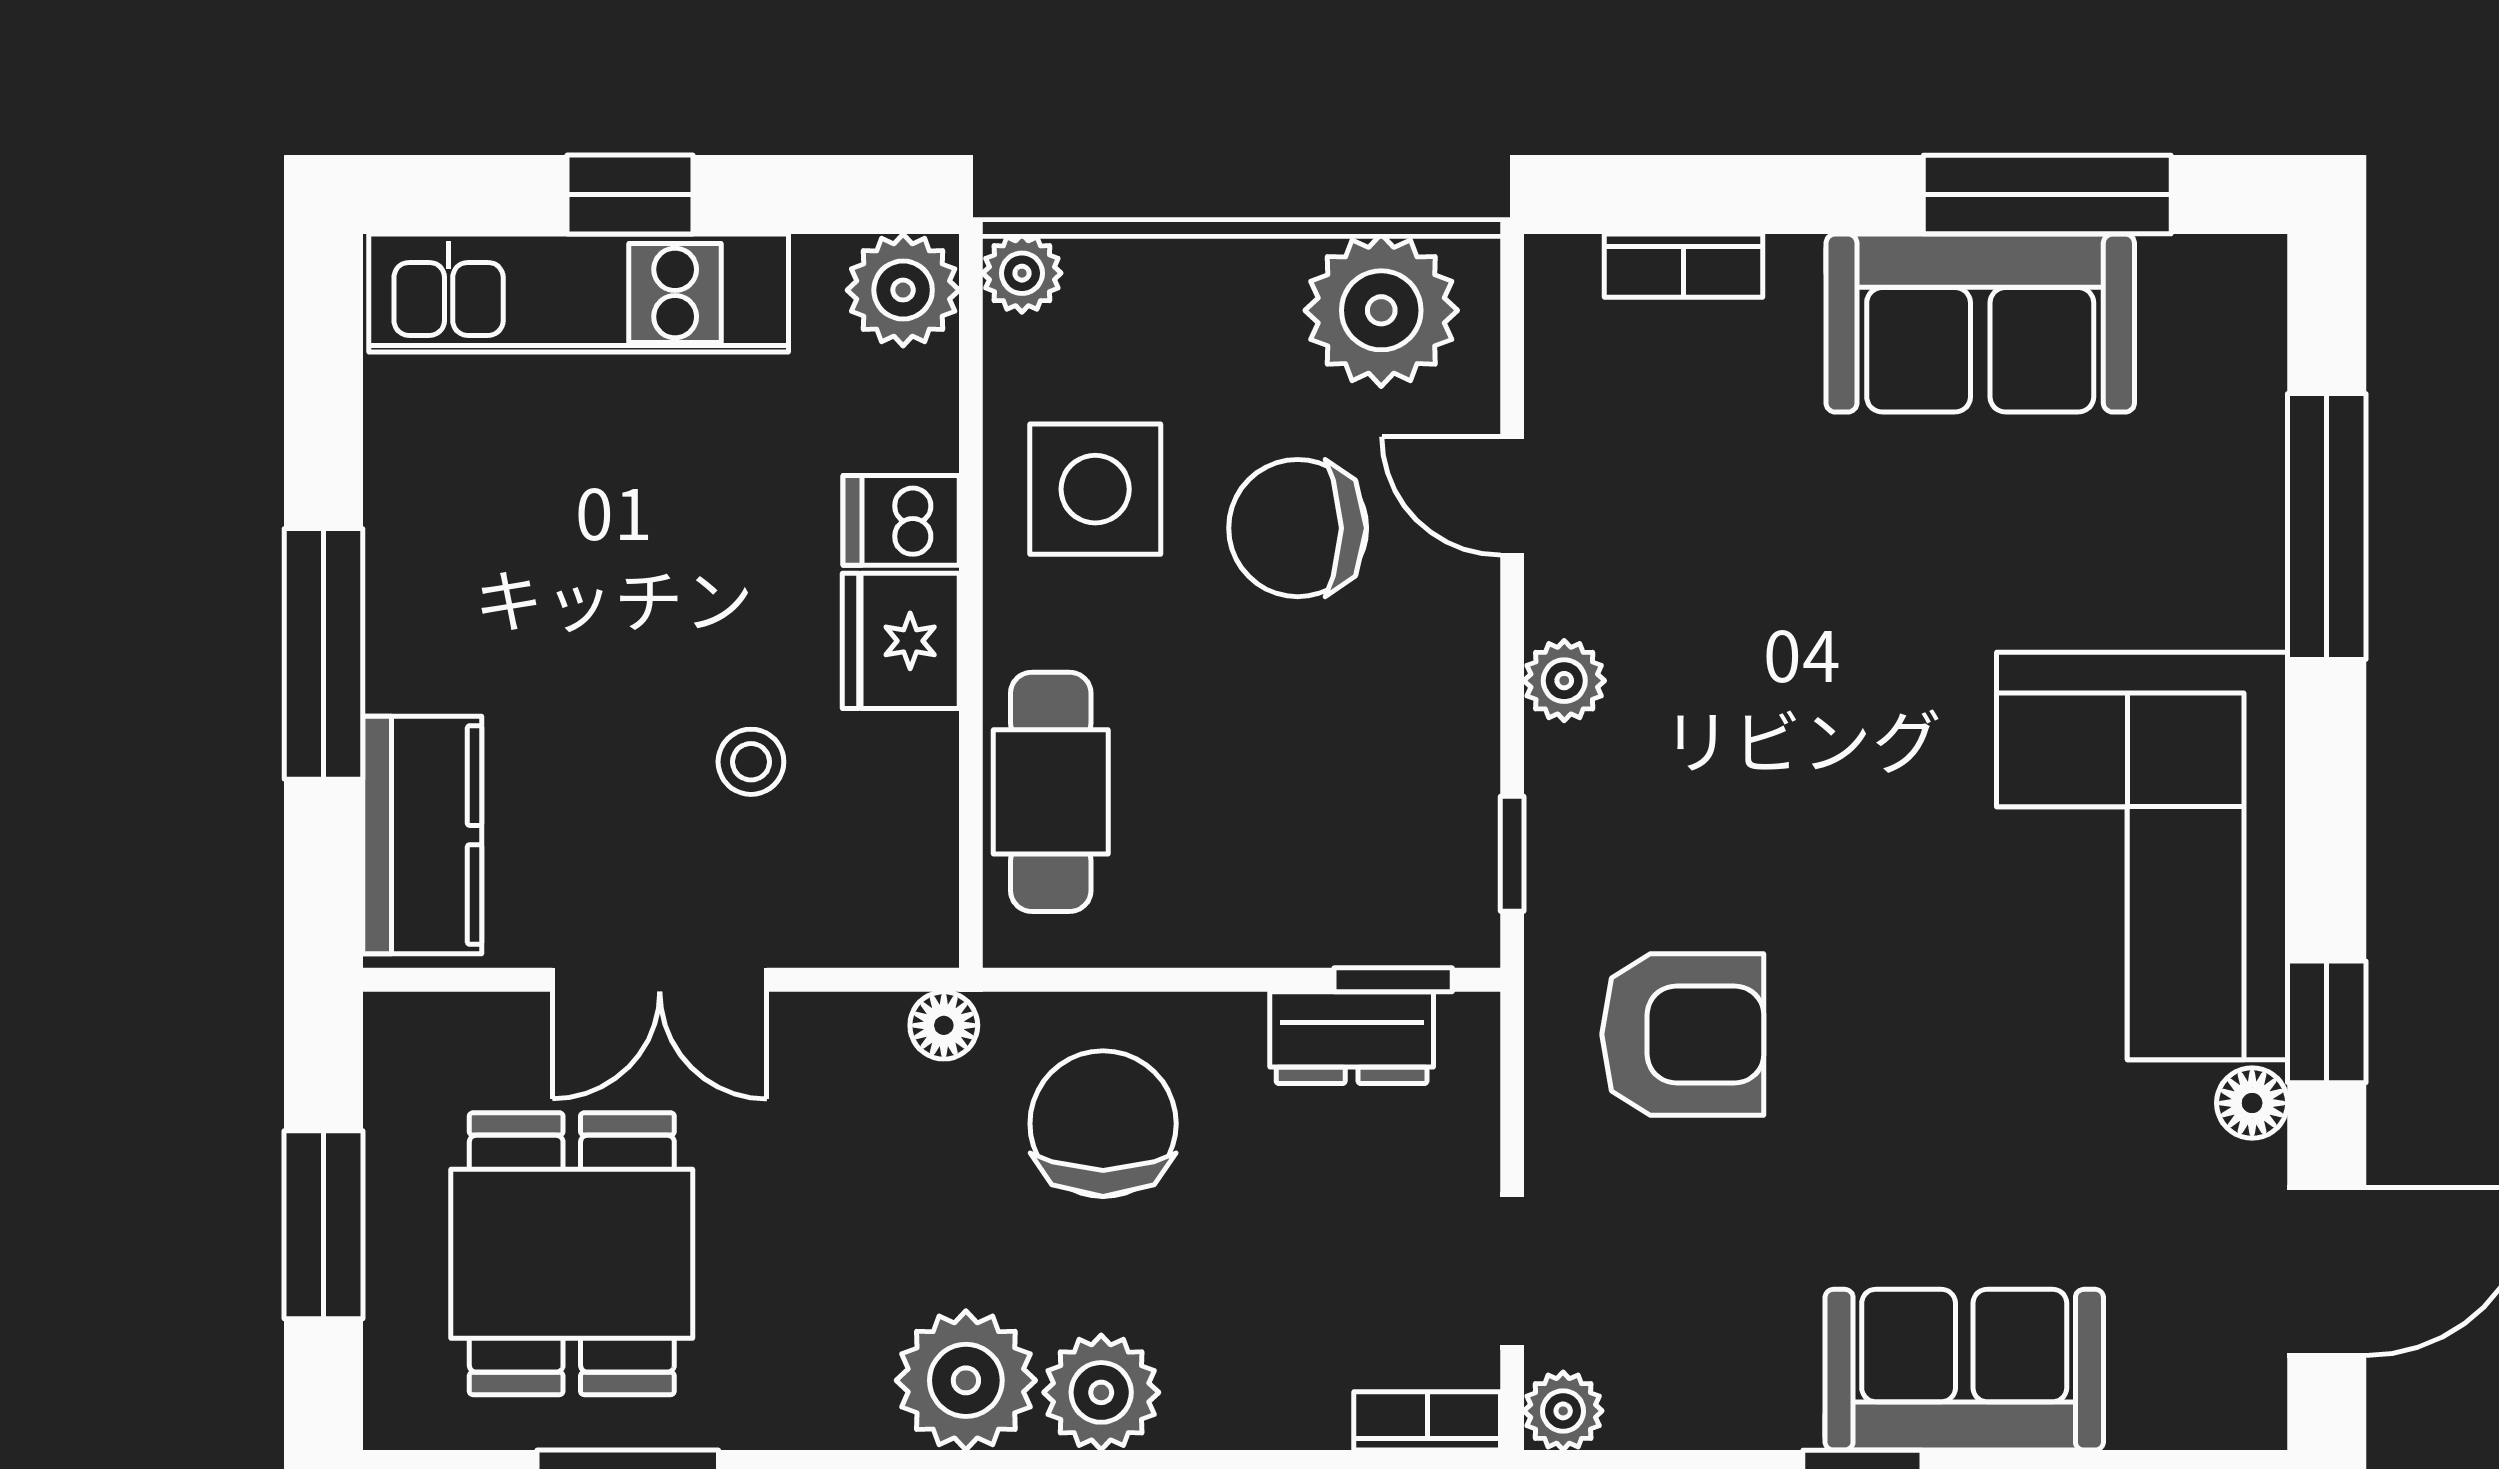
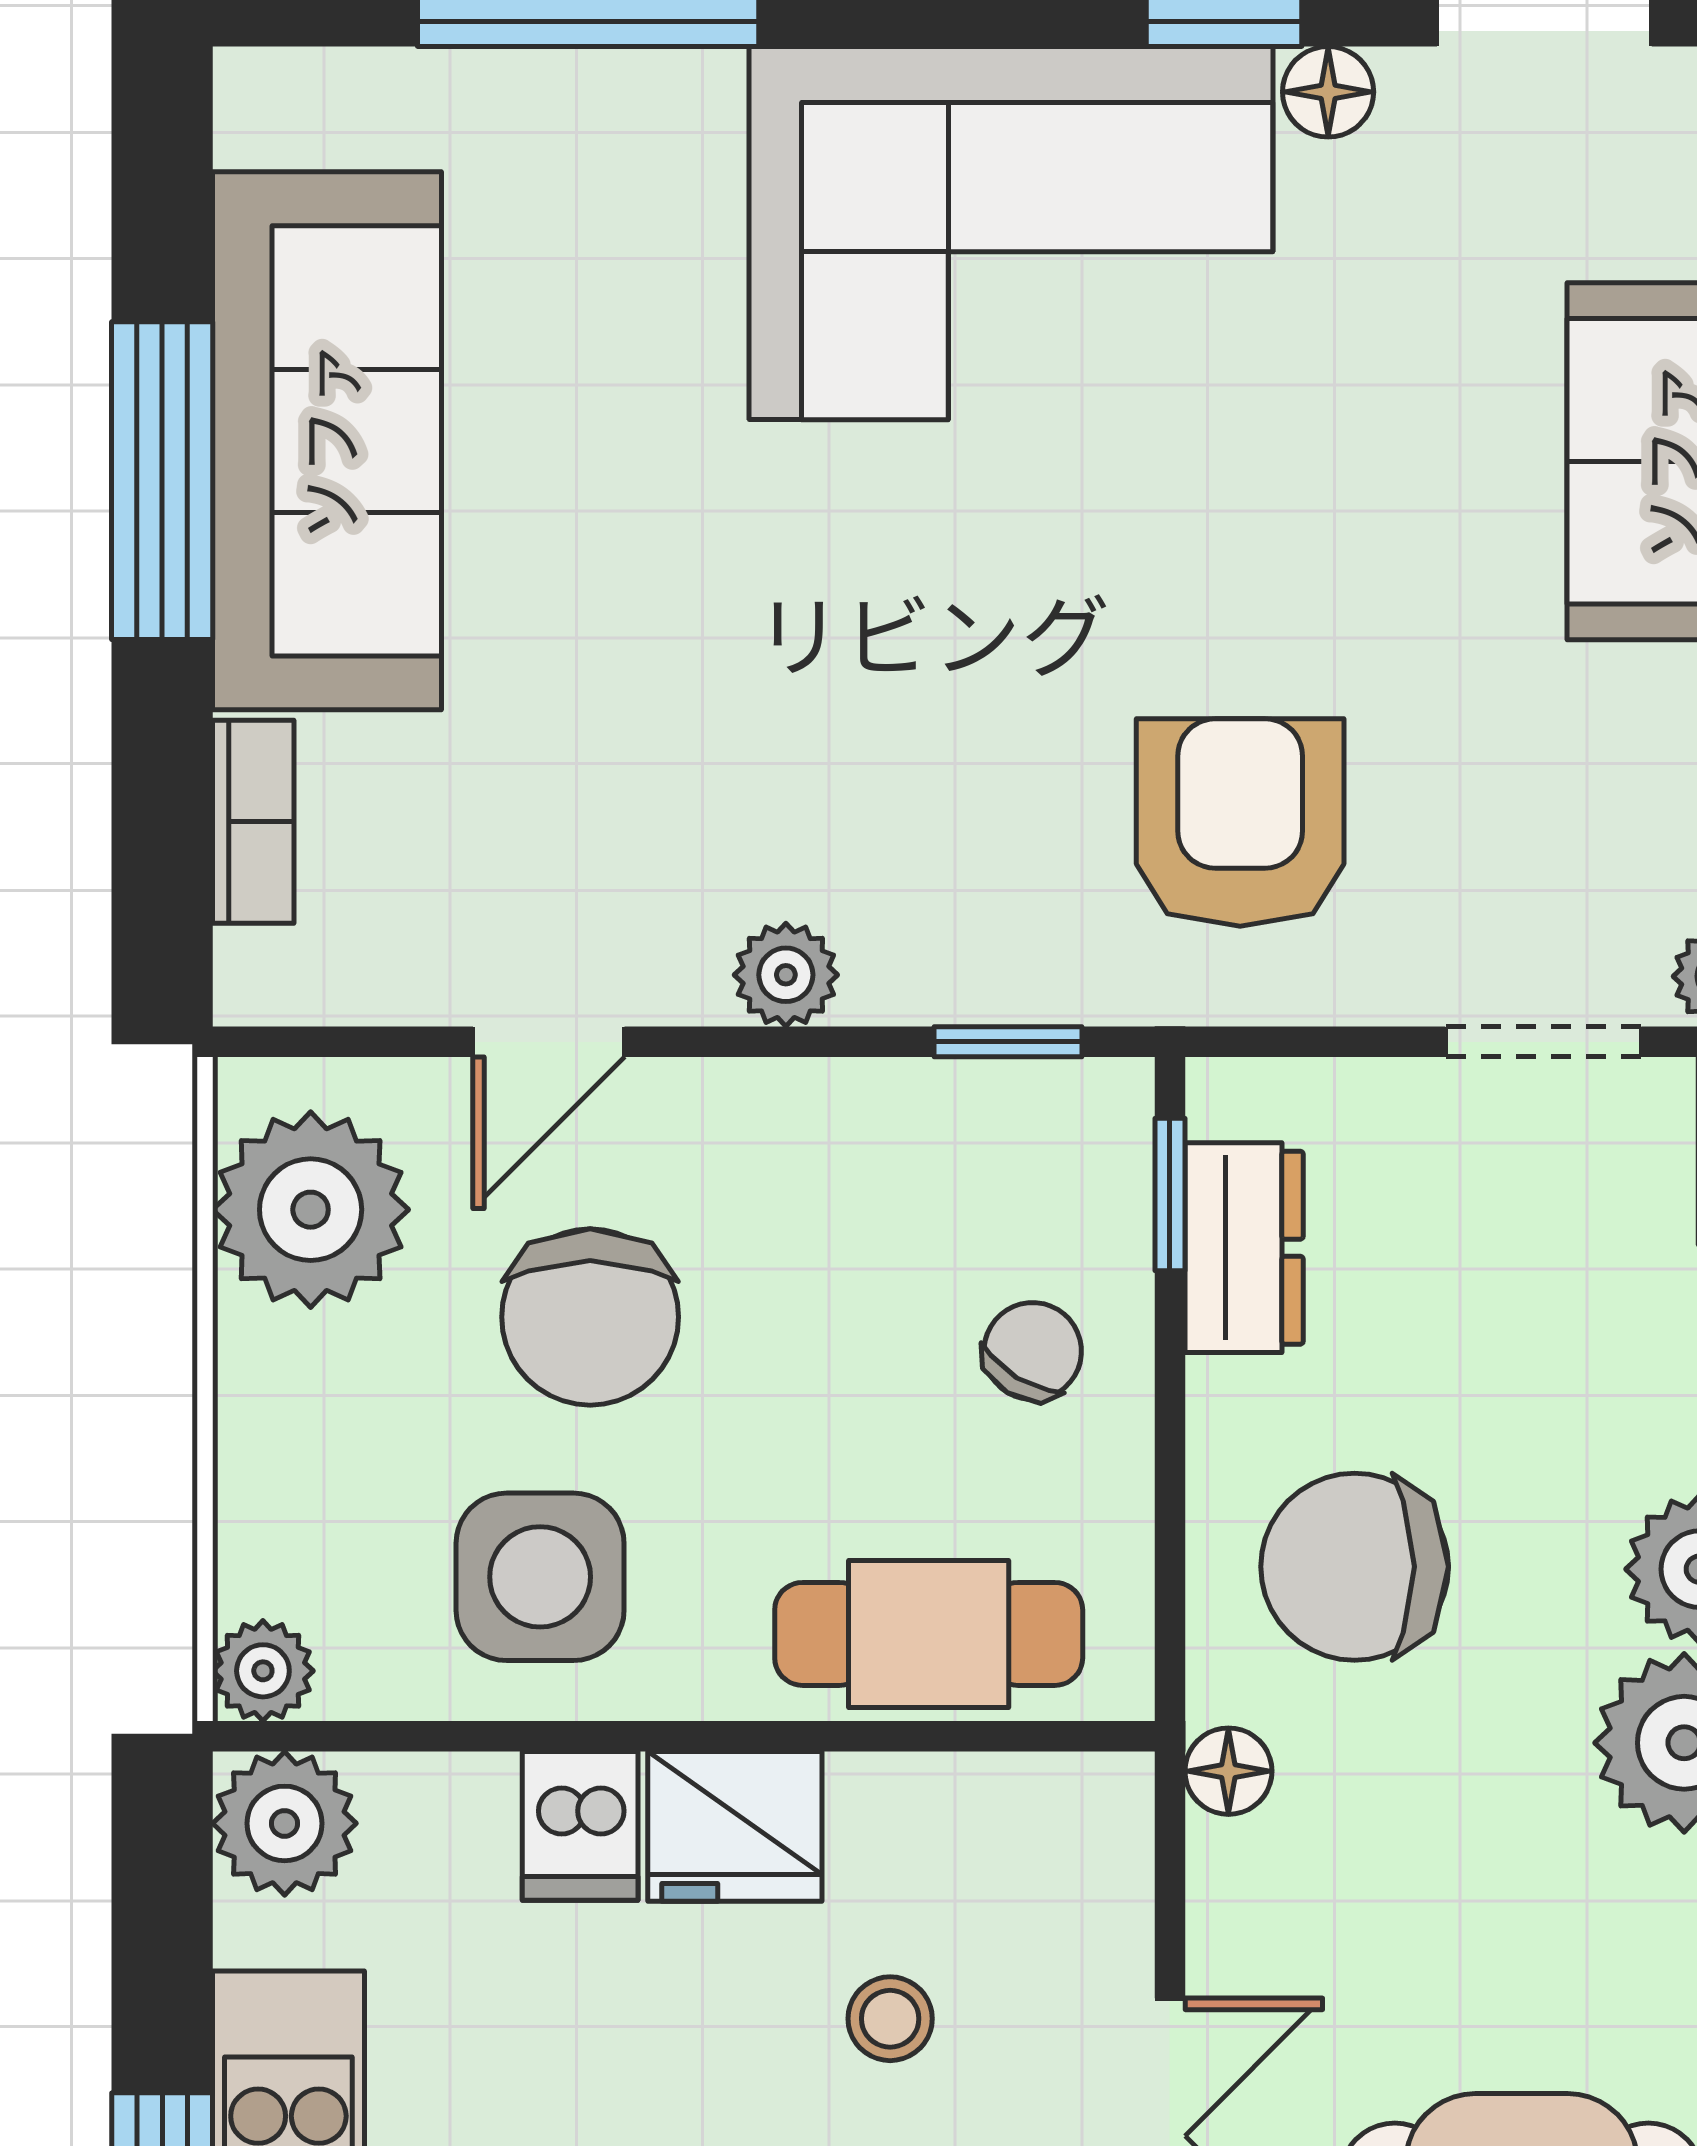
window: (2047, 195) -> (162, 481), moved
sofa: (1980, 323) -> (327, 441), width x1.36
chair: (1271, 873) -> (1033, 1351), added

